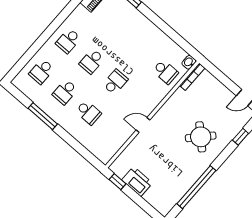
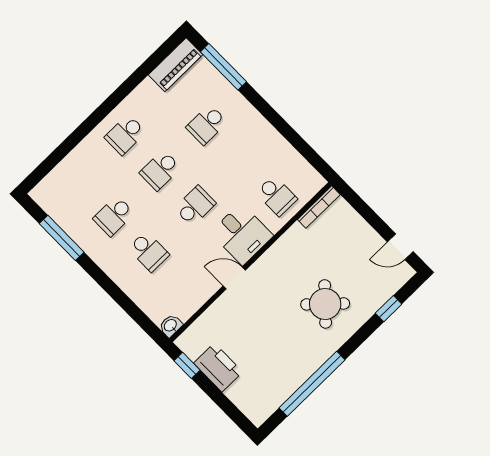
washbasin: (189, 62) -> (171, 326), moved
school desk: (42, 71) -> (207, 125), moved
desk: (145, 97) -> (242, 234), added
window: (43, 116) -> (62, 238), moved

